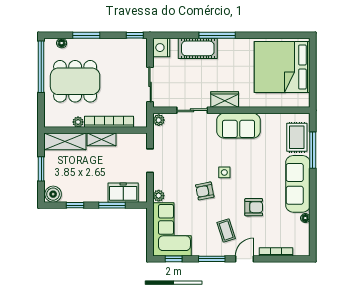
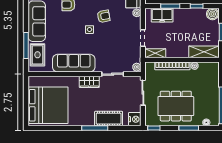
dining table: (75, 81) -> (176, 106), moved
sofa: (238, 126) -> (74, 63), width x1.36
shelving: (101, 139) -> (155, 53), moved

